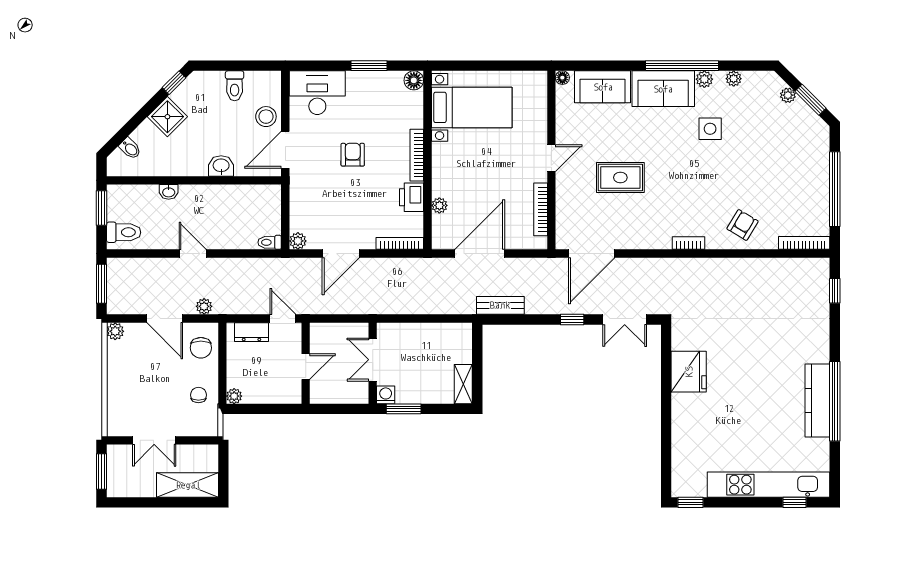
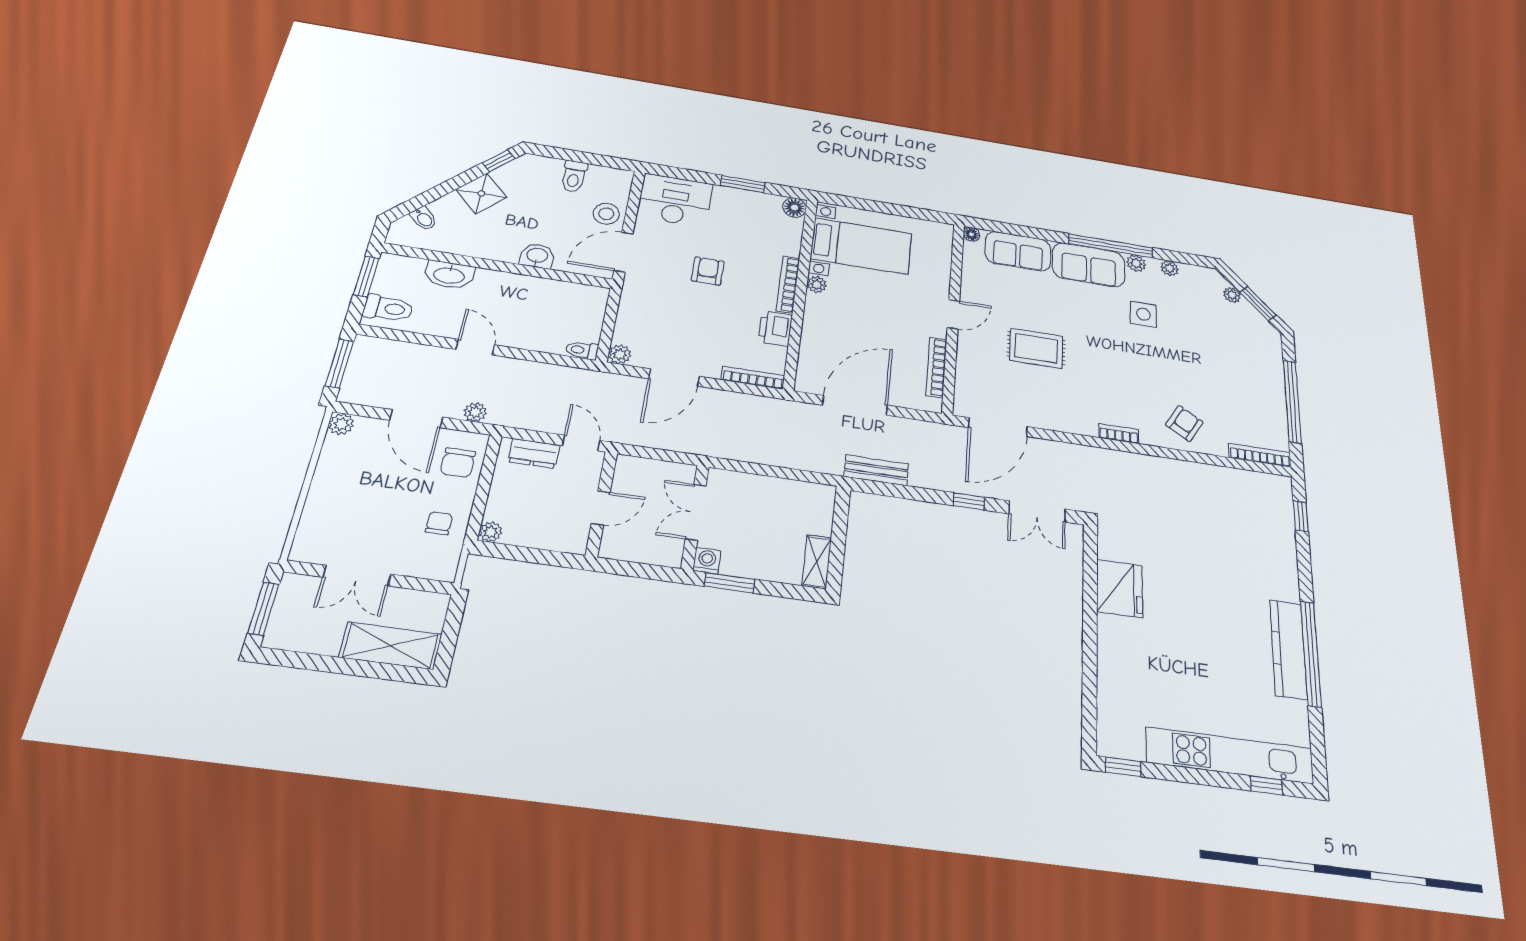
washbasin: (169, 192) -> (449, 275), width x1.91, depth x1.45
plant: (439, 205) -> (817, 284), moved

